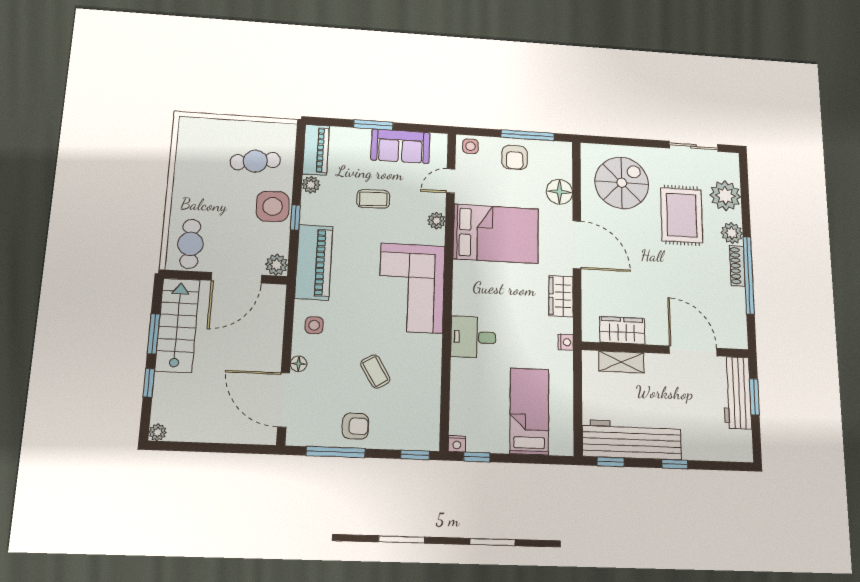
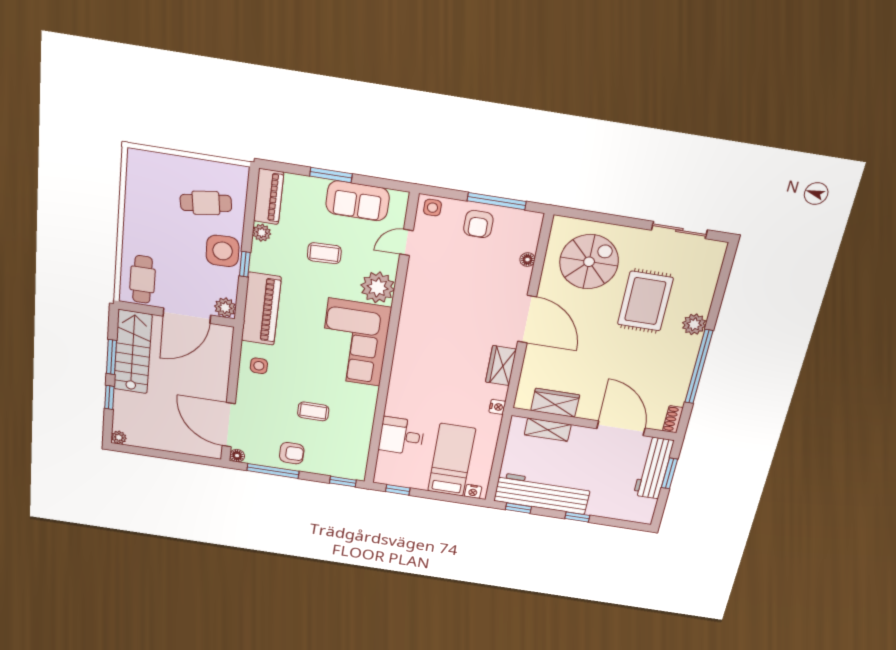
floor lamp: (559, 192) -> (527, 260), width x0.53, depth x0.53
plant: (725, 196) -> (699, 286), removed
plant: (437, 221) -> (378, 287), width x1.87, depth x1.87
bed: (496, 234) -> (446, 300), removed
shoe rack: (737, 266) -> (673, 419), moved, width x0.70
desk: (473, 337) -> (401, 436), moved
floor lamp: (299, 364) -> (237, 456), moved
coffee table: (375, 372) -> (313, 411), turned -59
nightstand: (457, 444) -> (473, 491), moved

